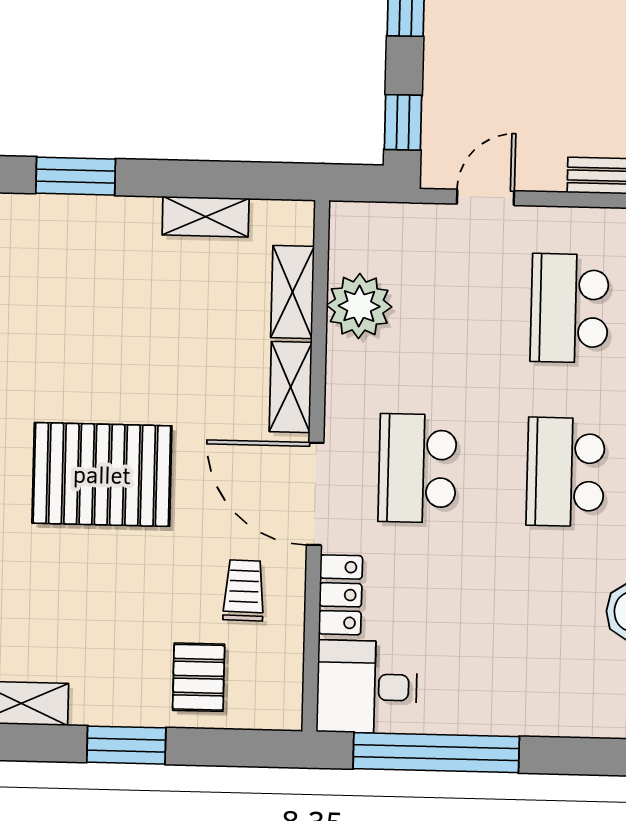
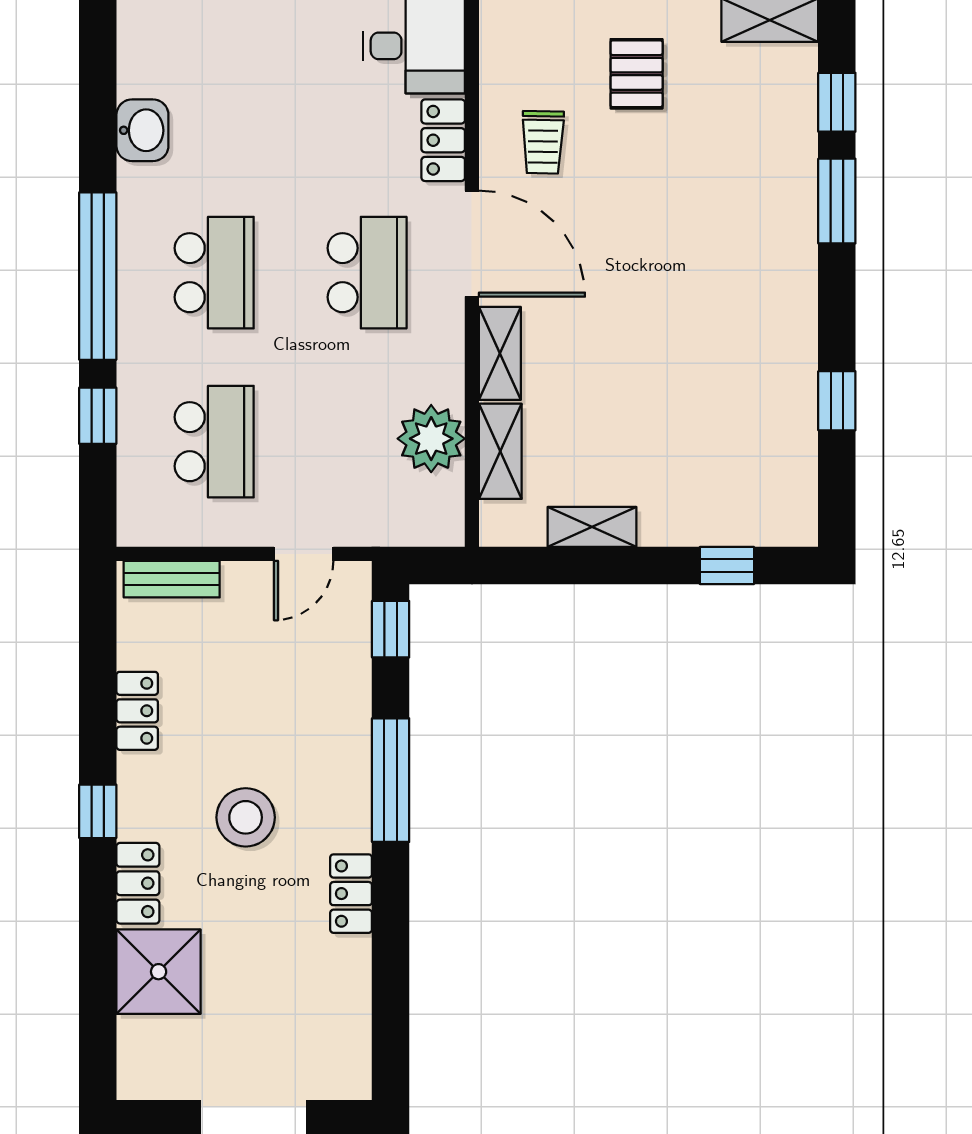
window: (76, 176) -> (727, 565), width x0.67
pallet: (102, 474) -> (692, 258), removed
pallet: (199, 677) -> (637, 74), moved

